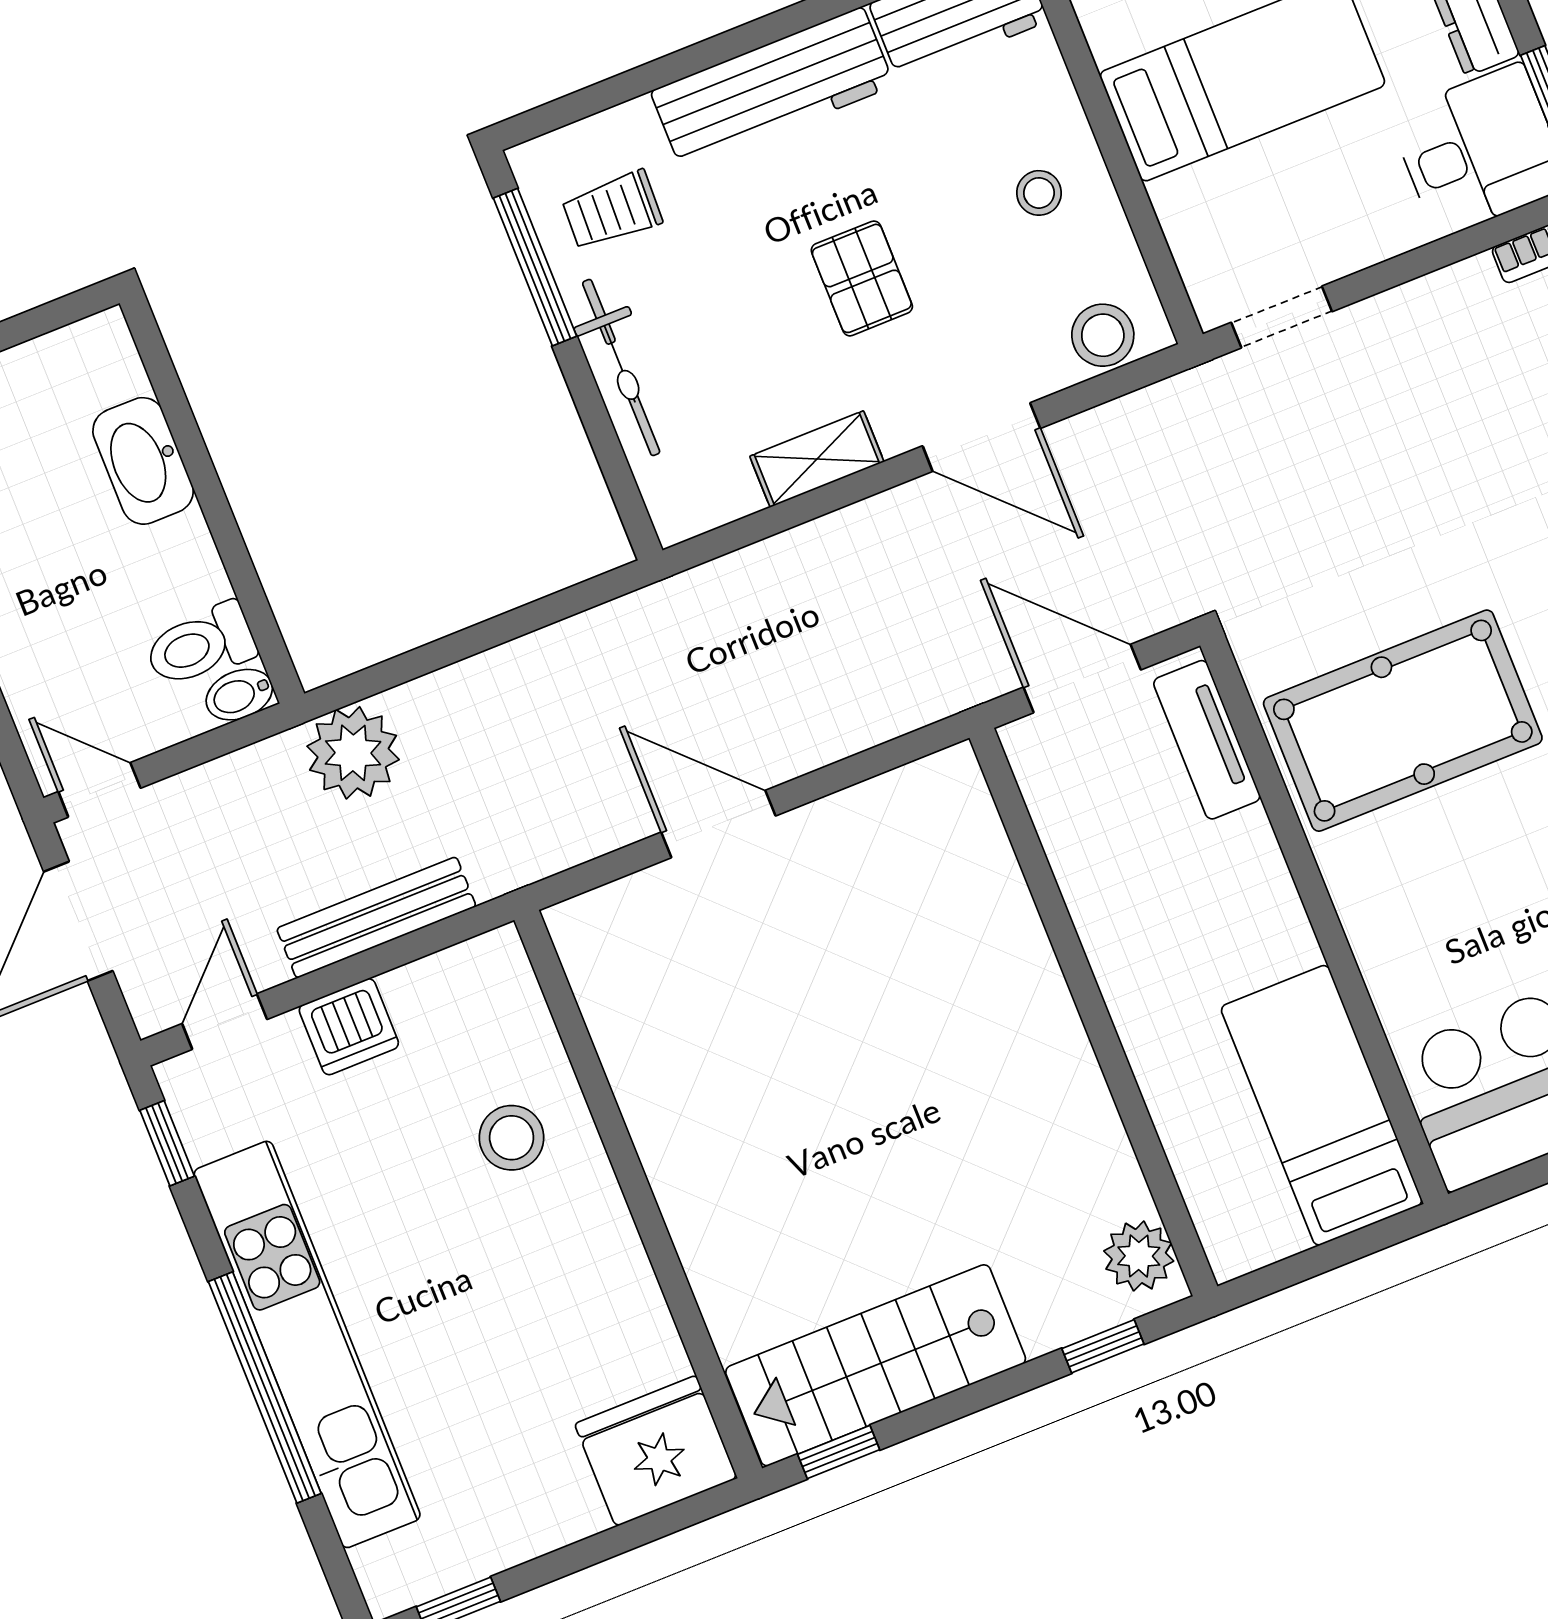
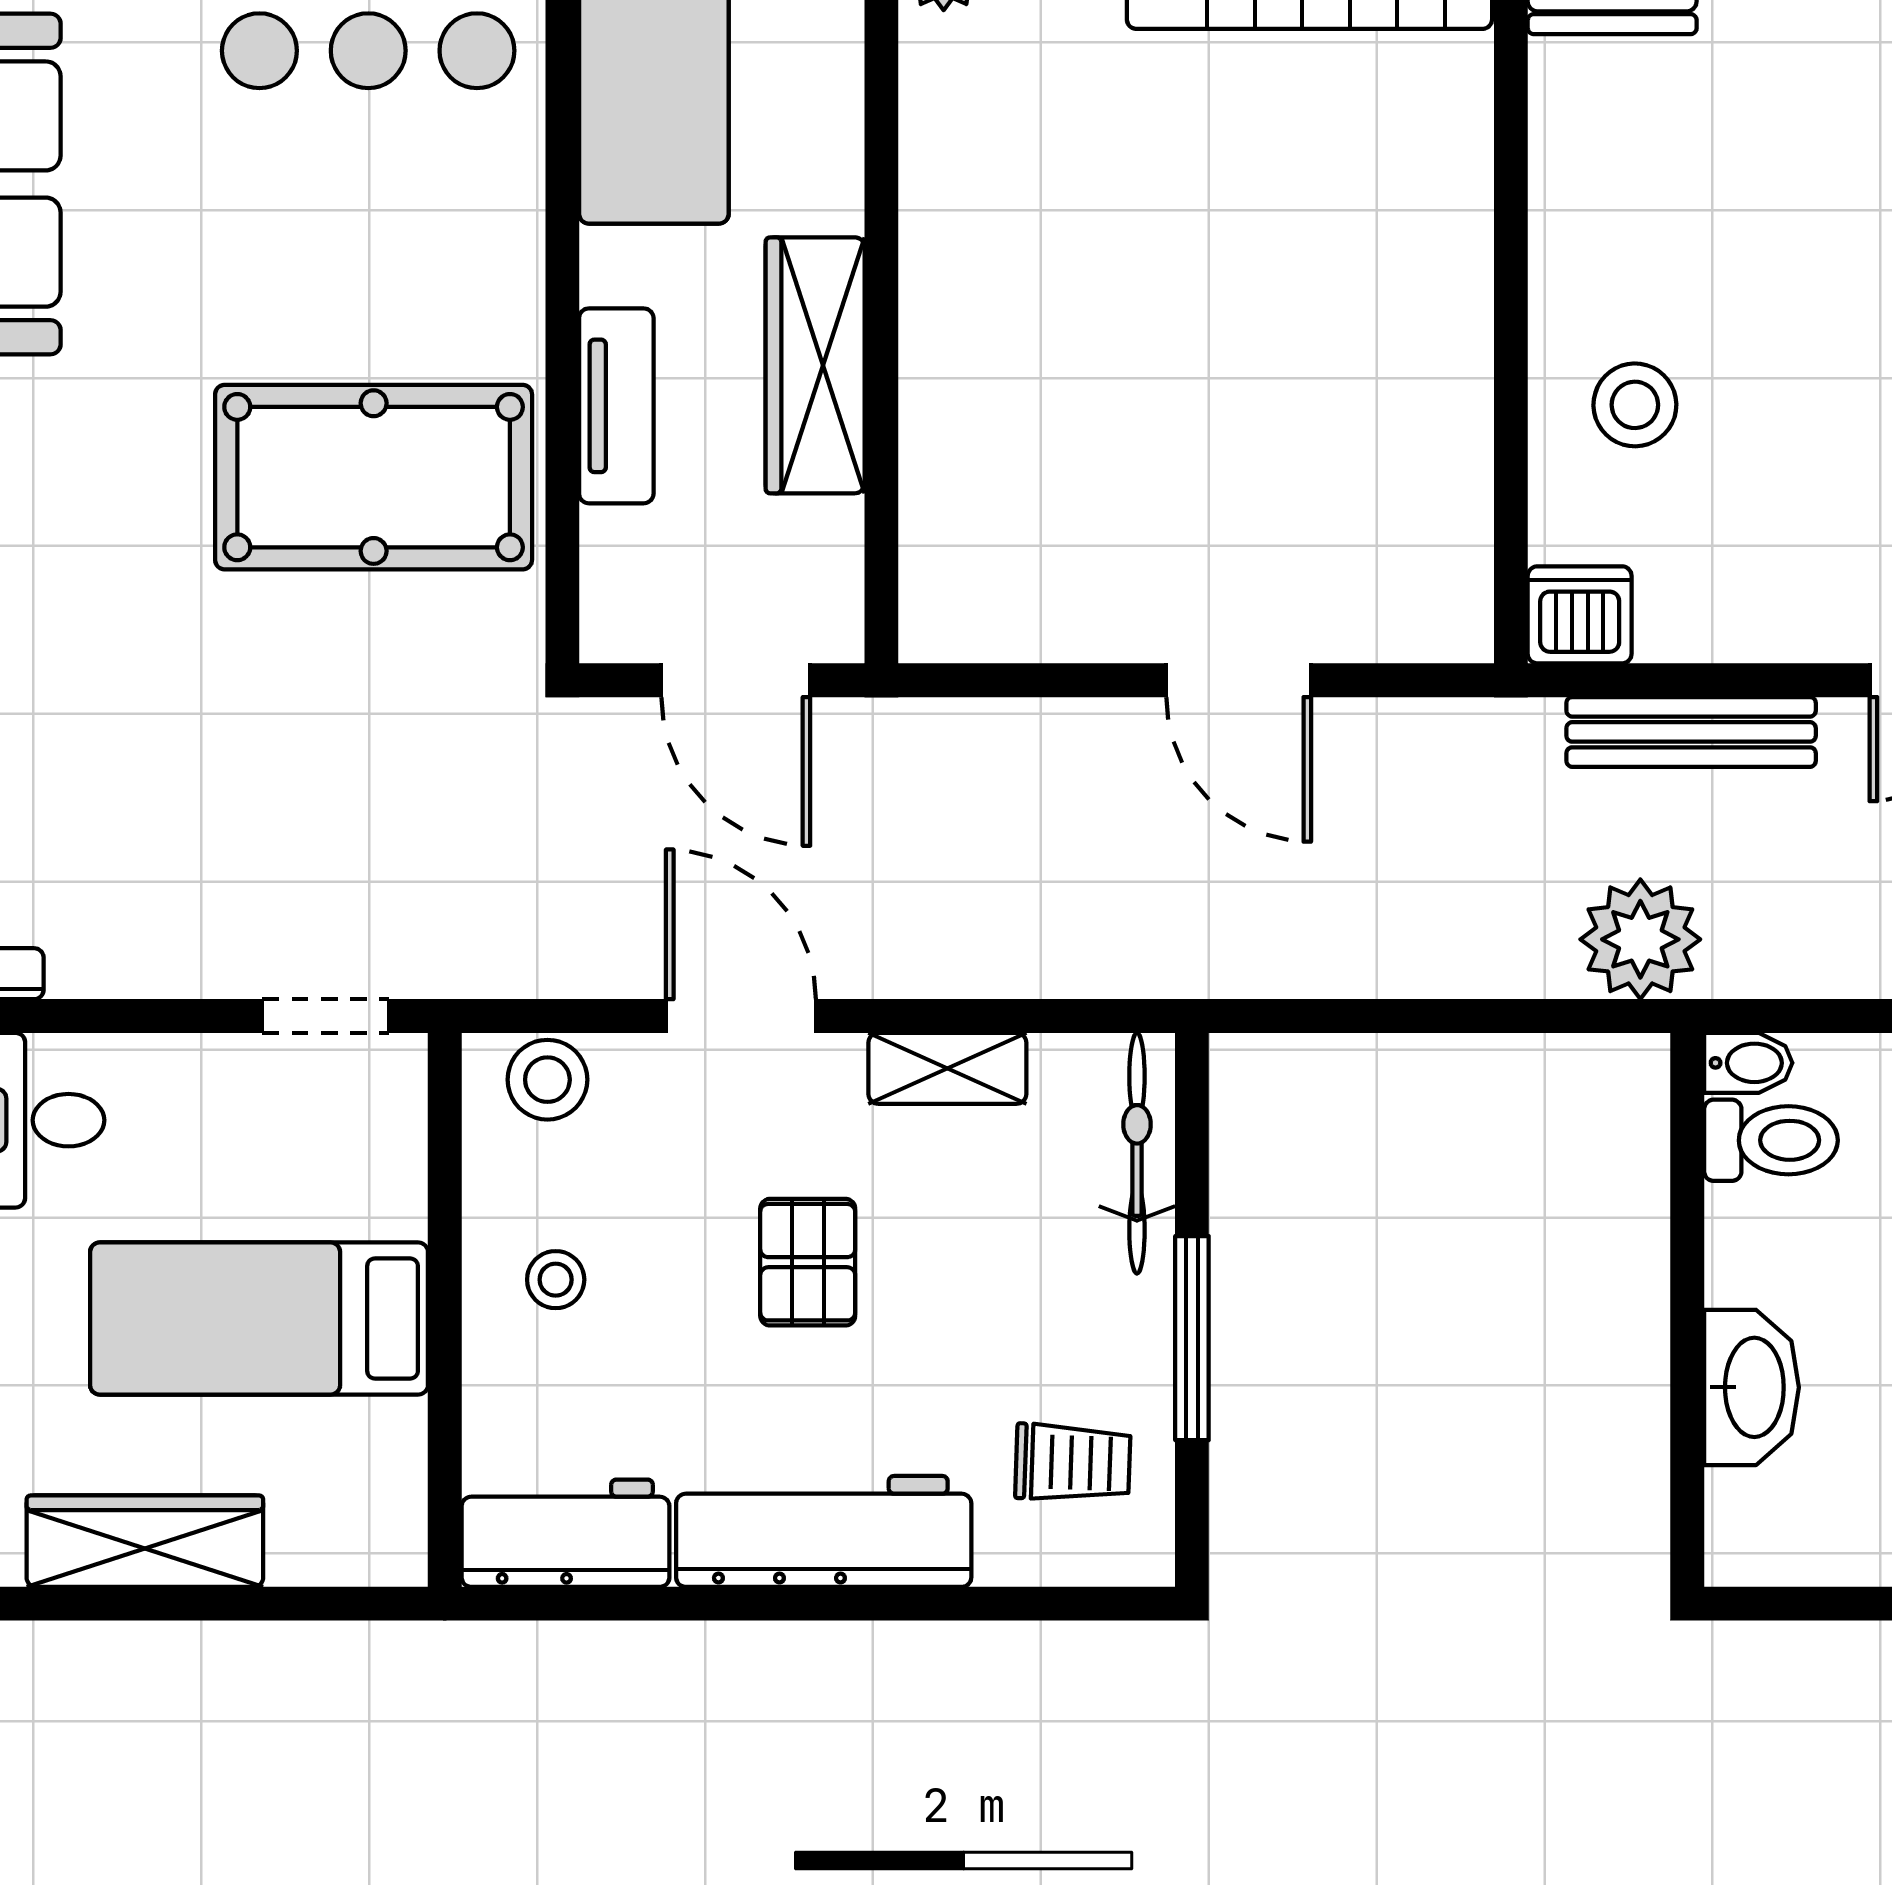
window: (535, 267) -> (1192, 1338), moved
bicycle: (621, 367) -> (1137, 1153), moved
tv unit: (1207, 740) -> (616, 406), moved
wardrobe: (1116, 929) -> (815, 365), added
dishwasher: (349, 1027) -> (1580, 615), moved

